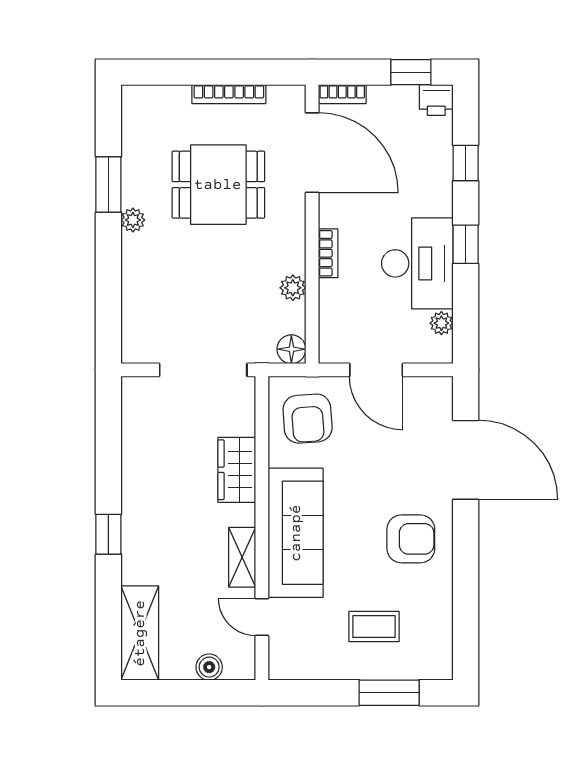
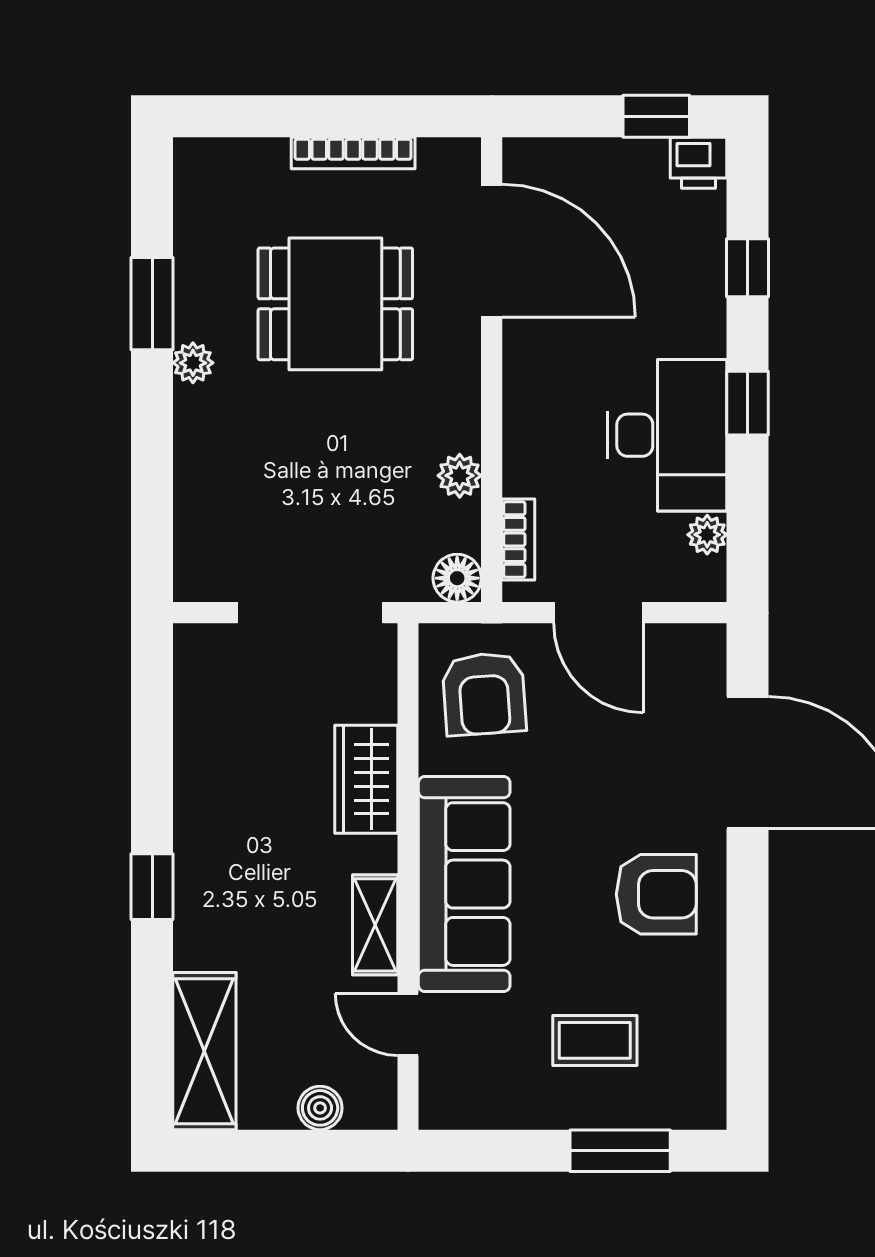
bookcase: (342, 94) -> (542, 153), removed
bookcase: (328, 253) -> (518, 539), moved

